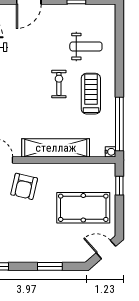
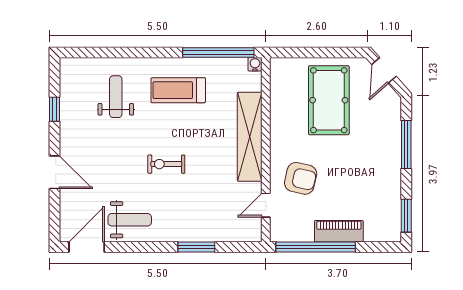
exercise bike: (59, 84) -> (166, 164), moved
window: (119, 186) -> (300, 52), removed
window: (50, 266) -> (406, 144), width x1.44

